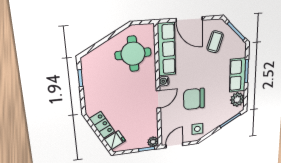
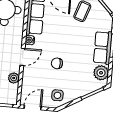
chair: (194, 99) -> (57, 63), width x0.54, depth x0.54
plant: (153, 142) -> (14, 78), moved

